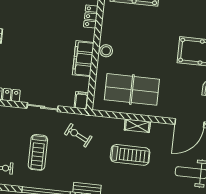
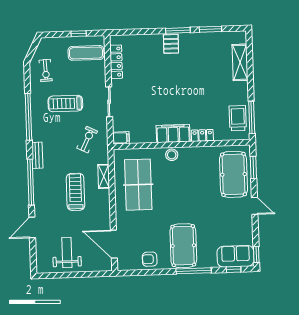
filing cabinet: (83, 59) -> (173, 134), moved
shelving: (137, 126) -> (104, 176), moved
treadmill: (130, 155) -> (75, 192), turned 180

